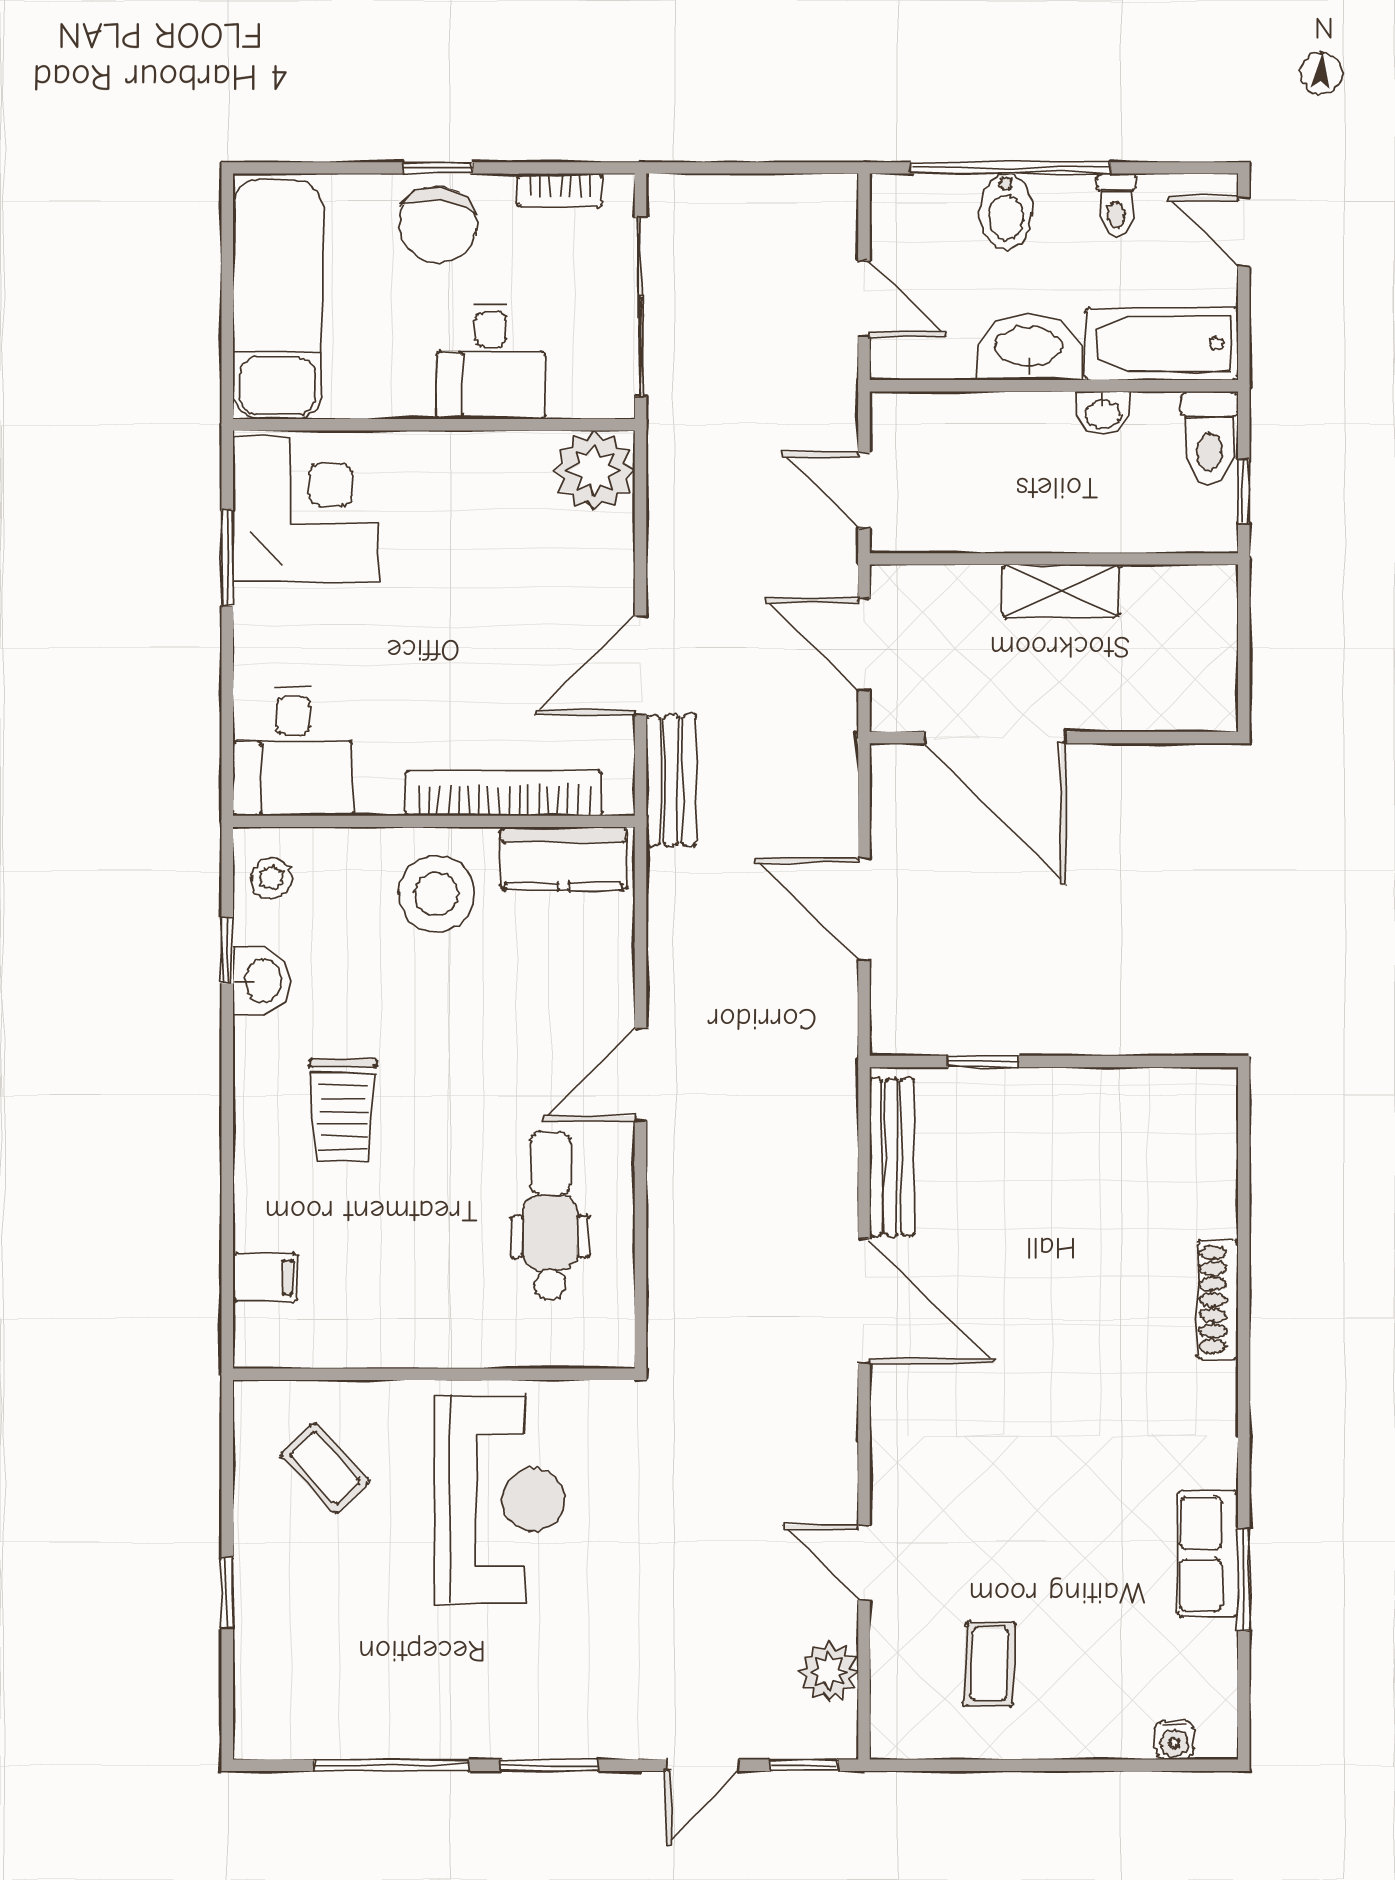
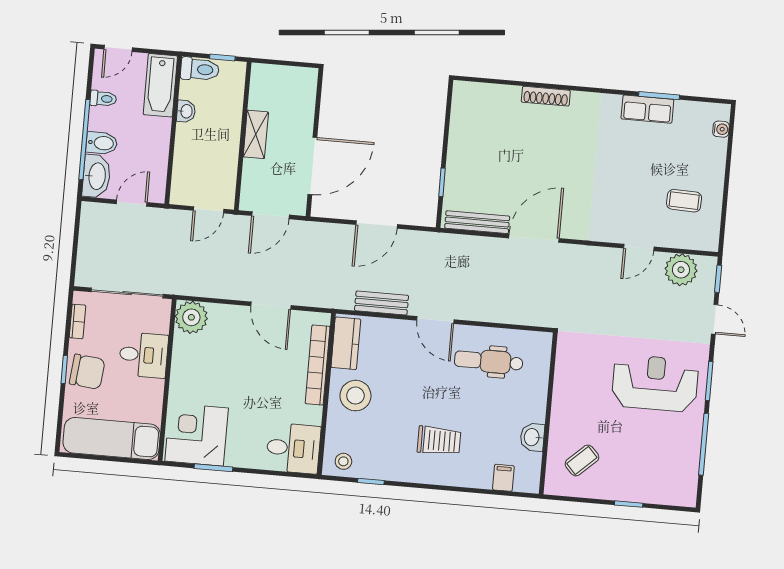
washbasin: (1028, 348) -> (96, 176), moved, turned 180
bench: (671, 780) -> (381, 303), moved
washbasin: (261, 981) -> (532, 437), moved, turned -90
reception desk: (499, 1500) -> (655, 383), moved
plant: (829, 1672) -> (681, 270), width x1.36, depth x1.36

